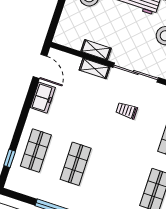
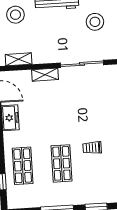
shelving: (96, 50) -> (19, 59), moved
trolley: (127, 111) -> (92, 148), moved

